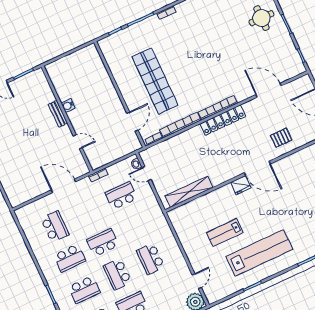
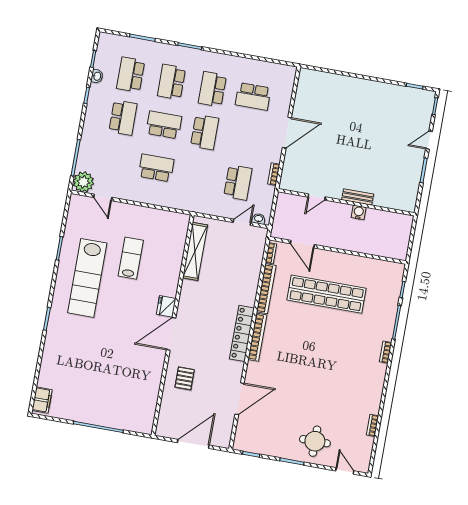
water cooler: (68, 106) -> (359, 212), moved
bench: (58, 114) -> (358, 197), moved
wall: (67, 119) -> (346, 202), moved
door: (78, 142) -> (317, 197), moved

